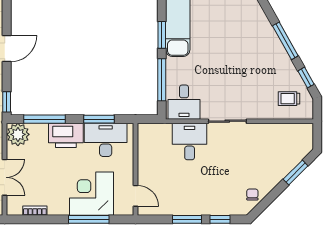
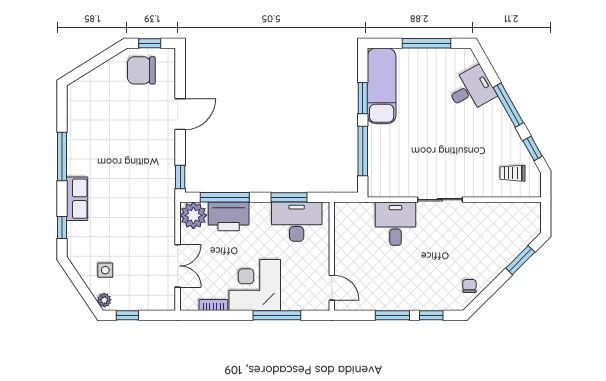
desk: (184, 102) -> (471, 90), moved, turned -119
printer: (66, 135) -> (229, 216), moved
corner desk: (91, 194) -> (255, 285), moved

